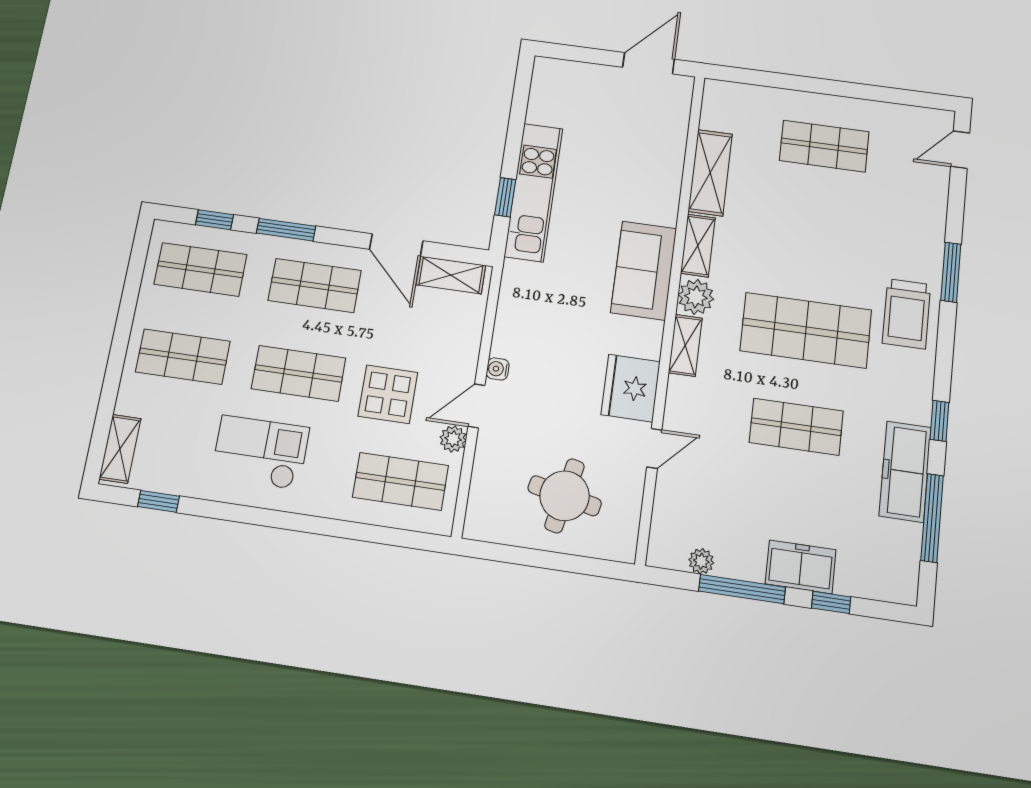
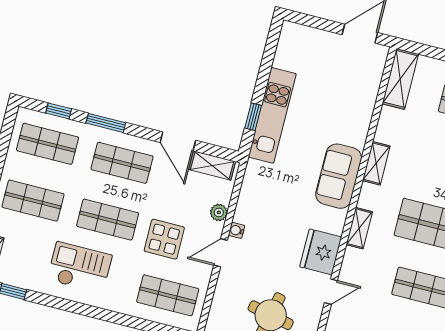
shelving: (710, 173) -> (400, 79), moved
plant: (696, 297) -> (370, 197), removed
plant: (453, 439) -> (219, 212), moved

